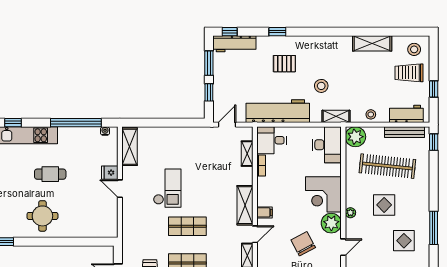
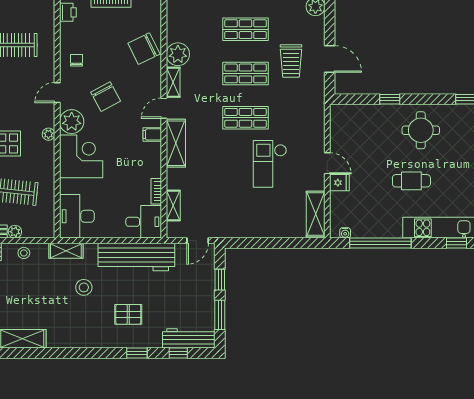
window: (230, 32) -> (178, 353), moved
plant: (355, 137) -> (15, 232), moved, width x0.53, depth x0.53
window: (68, 242) -> (390, 99), added

